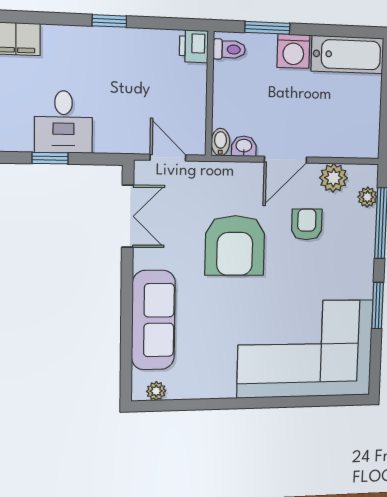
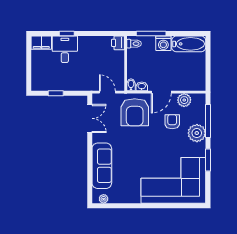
window: (109, 21) -> (67, 34), moved
window: (267, 28) -> (151, 34), width x1.44
desk: (63, 122) -> (65, 49), moved, turned 180
plant: (367, 197) -> (197, 133), moved, width x1.87, depth x1.87
armchair: (235, 246) -> (135, 112), moved

